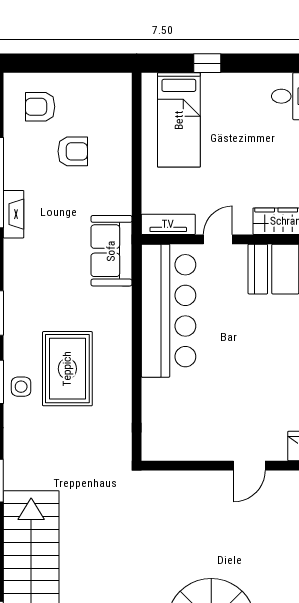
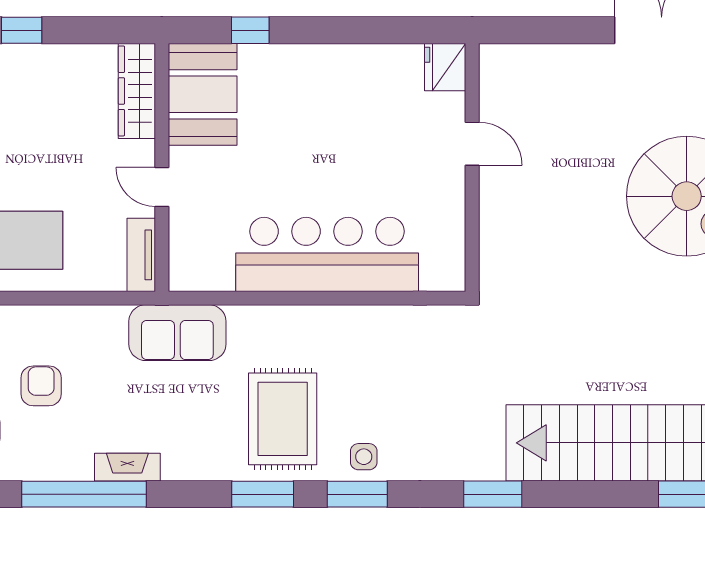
bar counter: (169, 311) -> (327, 254), moved
rug: (67, 369) -> (283, 419), moved, turned 90

